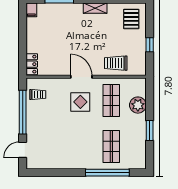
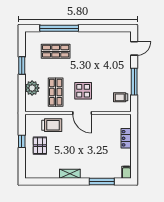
pallet: (131, 19) -> (40, 146), moved
locker: (32, 64) -> (126, 138), moved
window: (23, 112) -> (134, 82), width x0.68
shop shelf: (111, 147) -> (56, 51), turned 90

